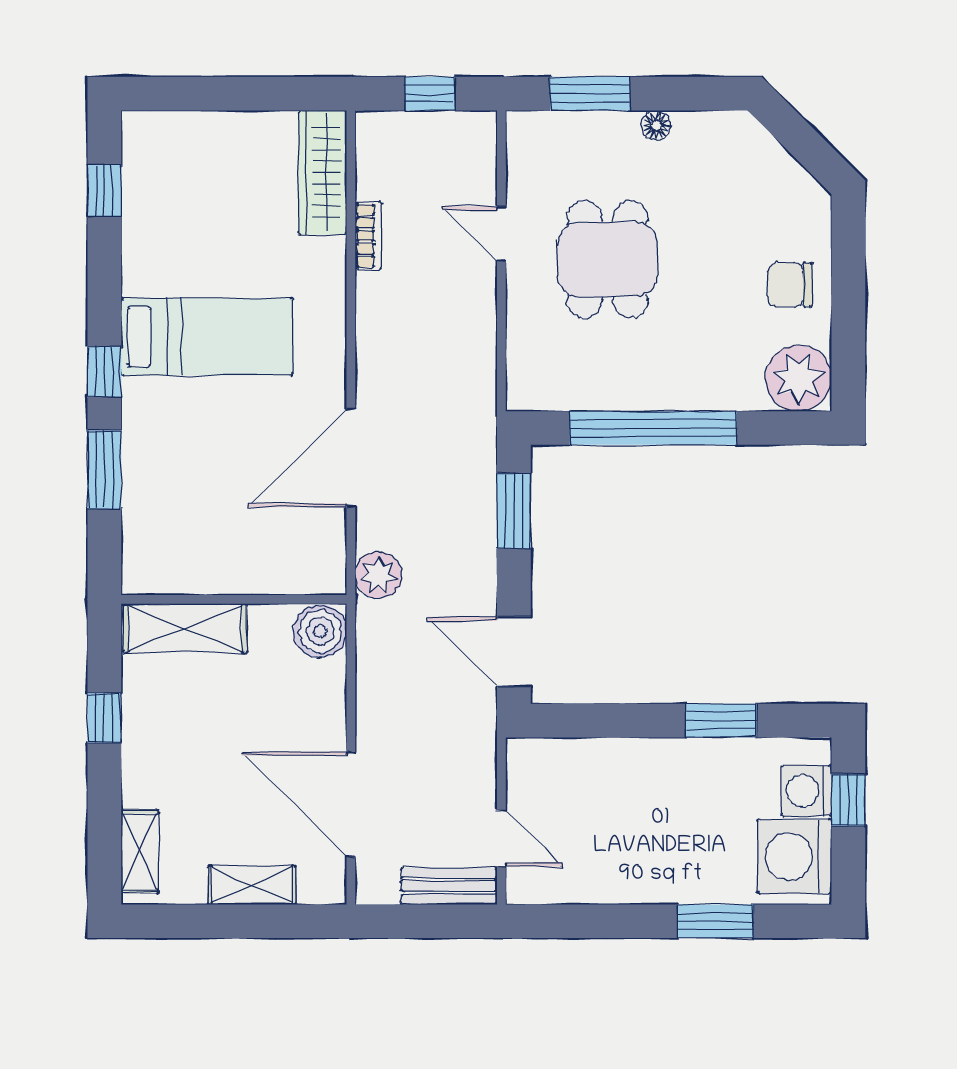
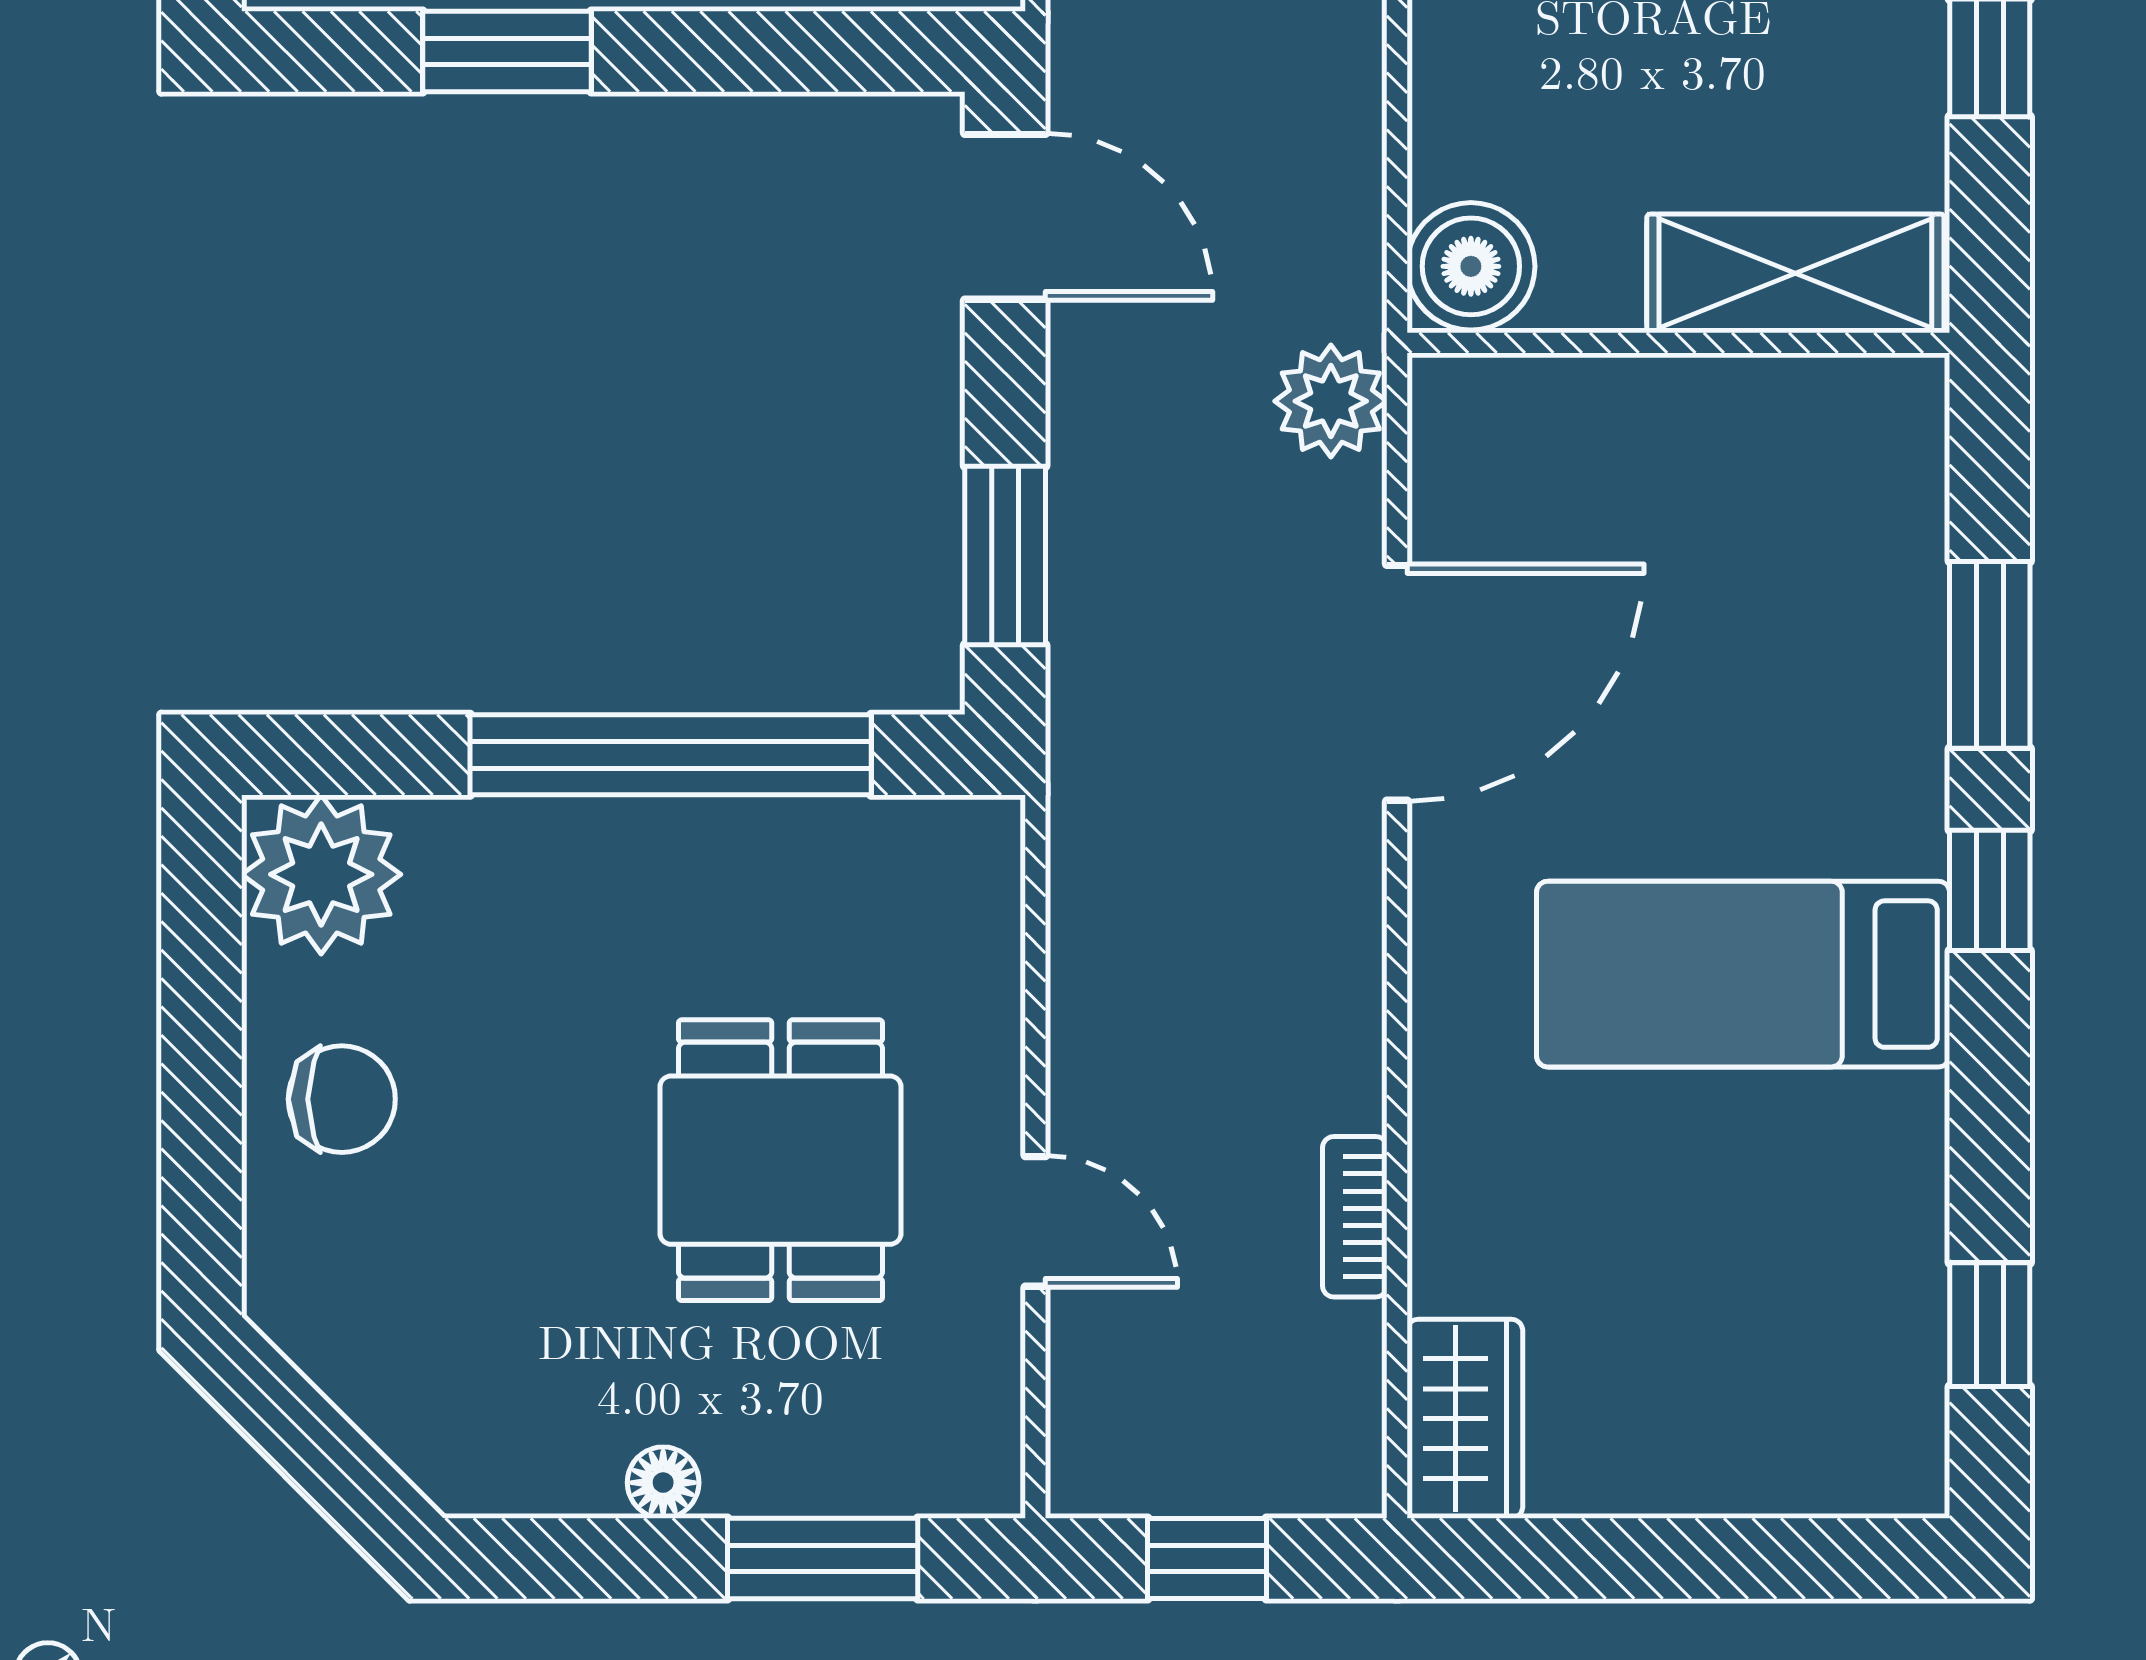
wardrobe: (323, 172) -> (1465, 1419), width x0.67

